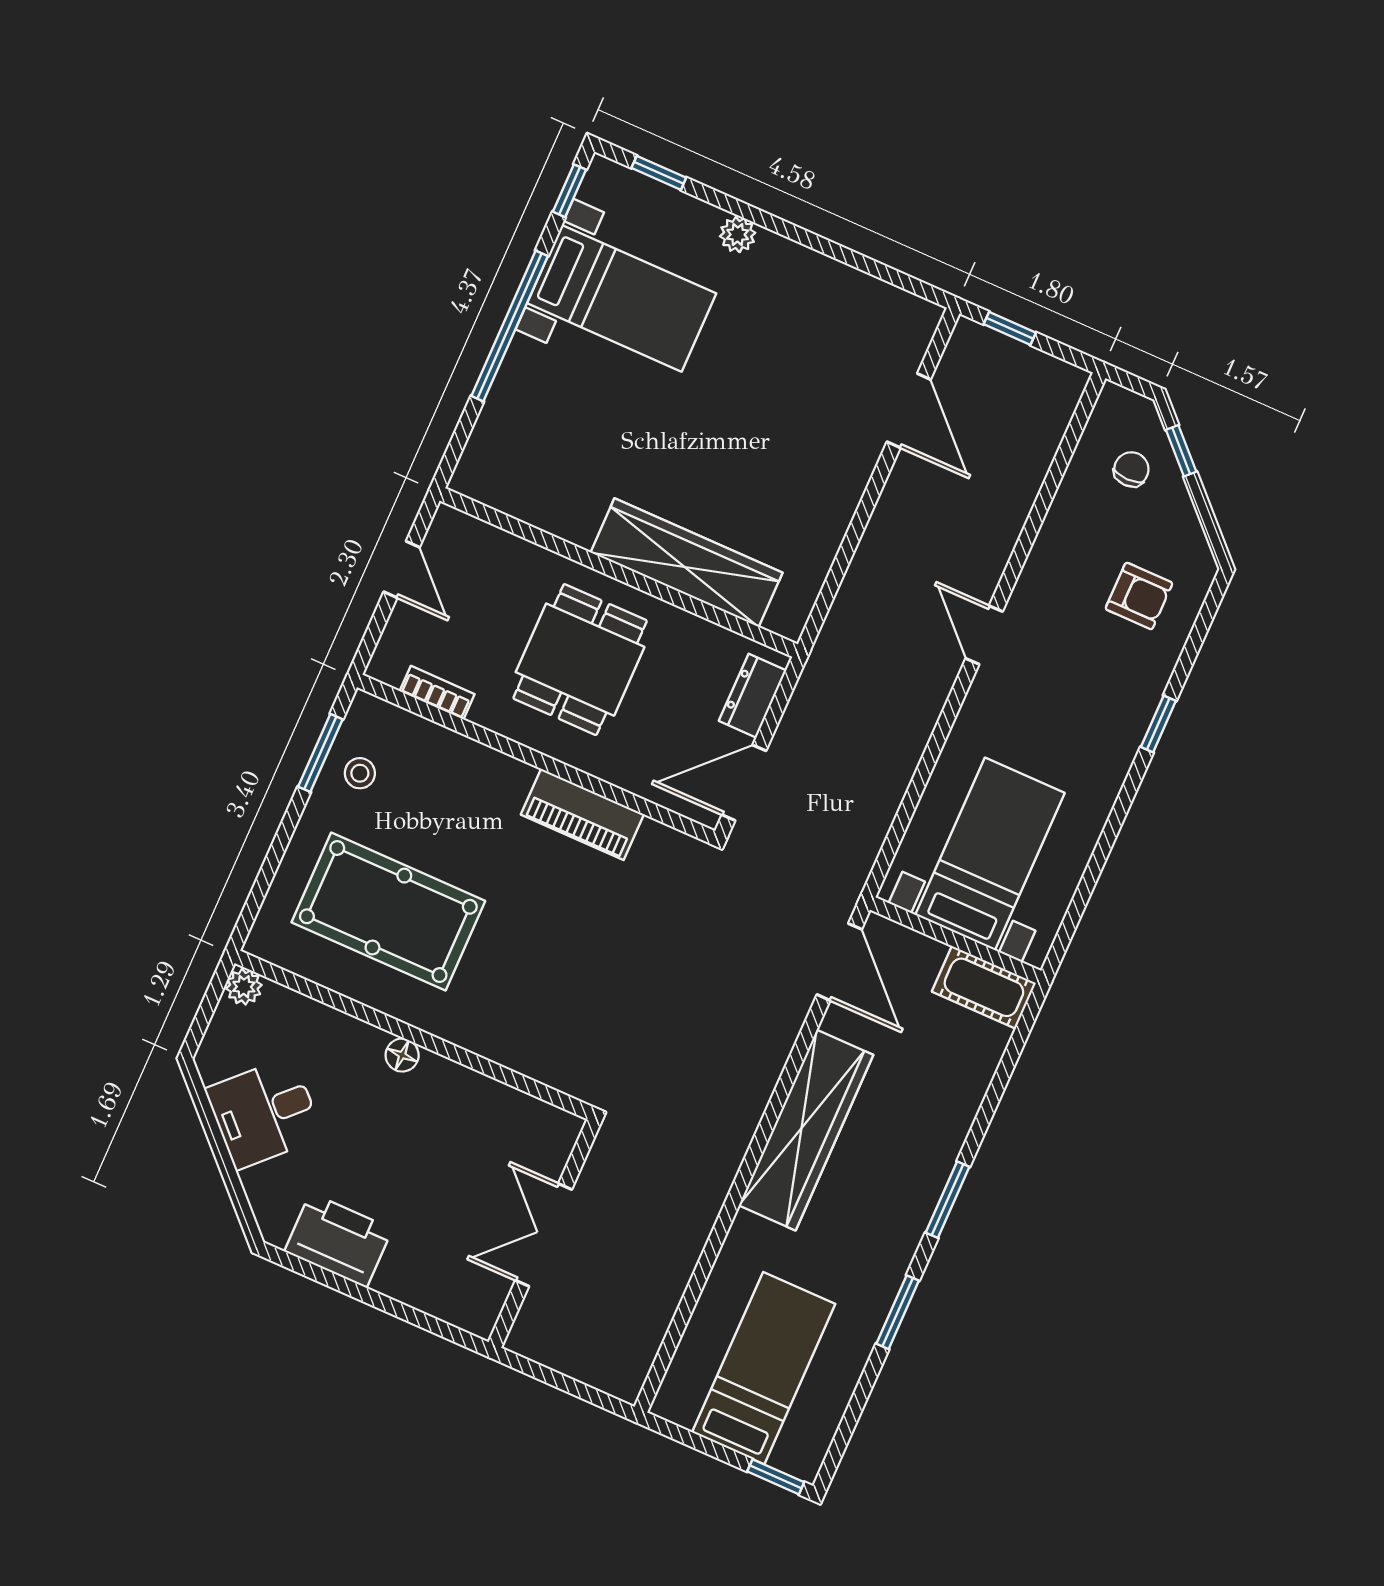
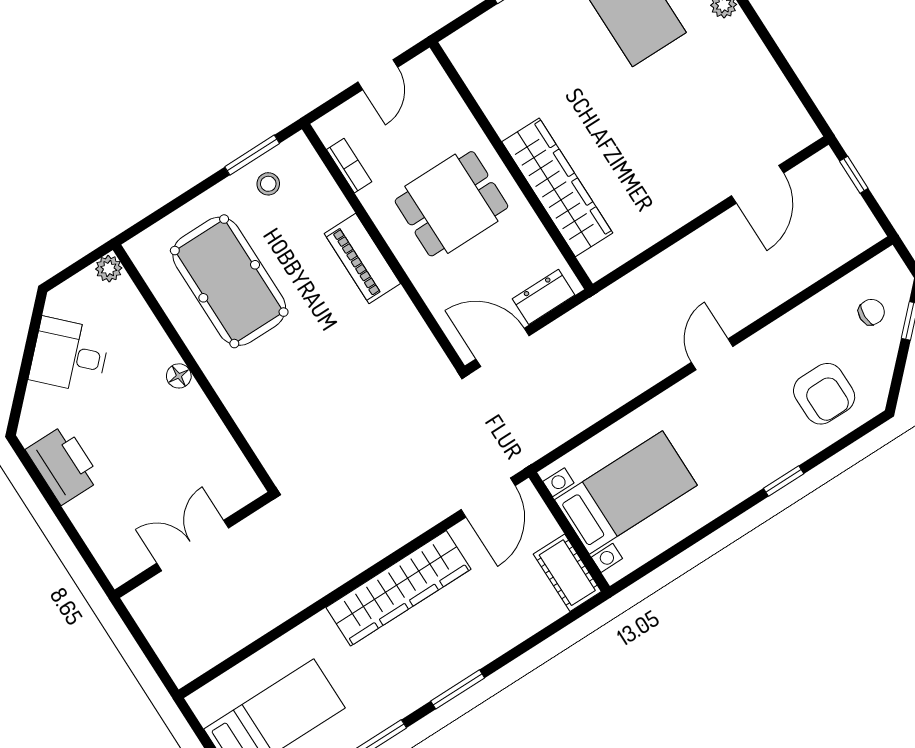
armchair: (1139, 596) -> (824, 394), width x1.38, depth x1.38
piano: (582, 814) -> (362, 259), moved

